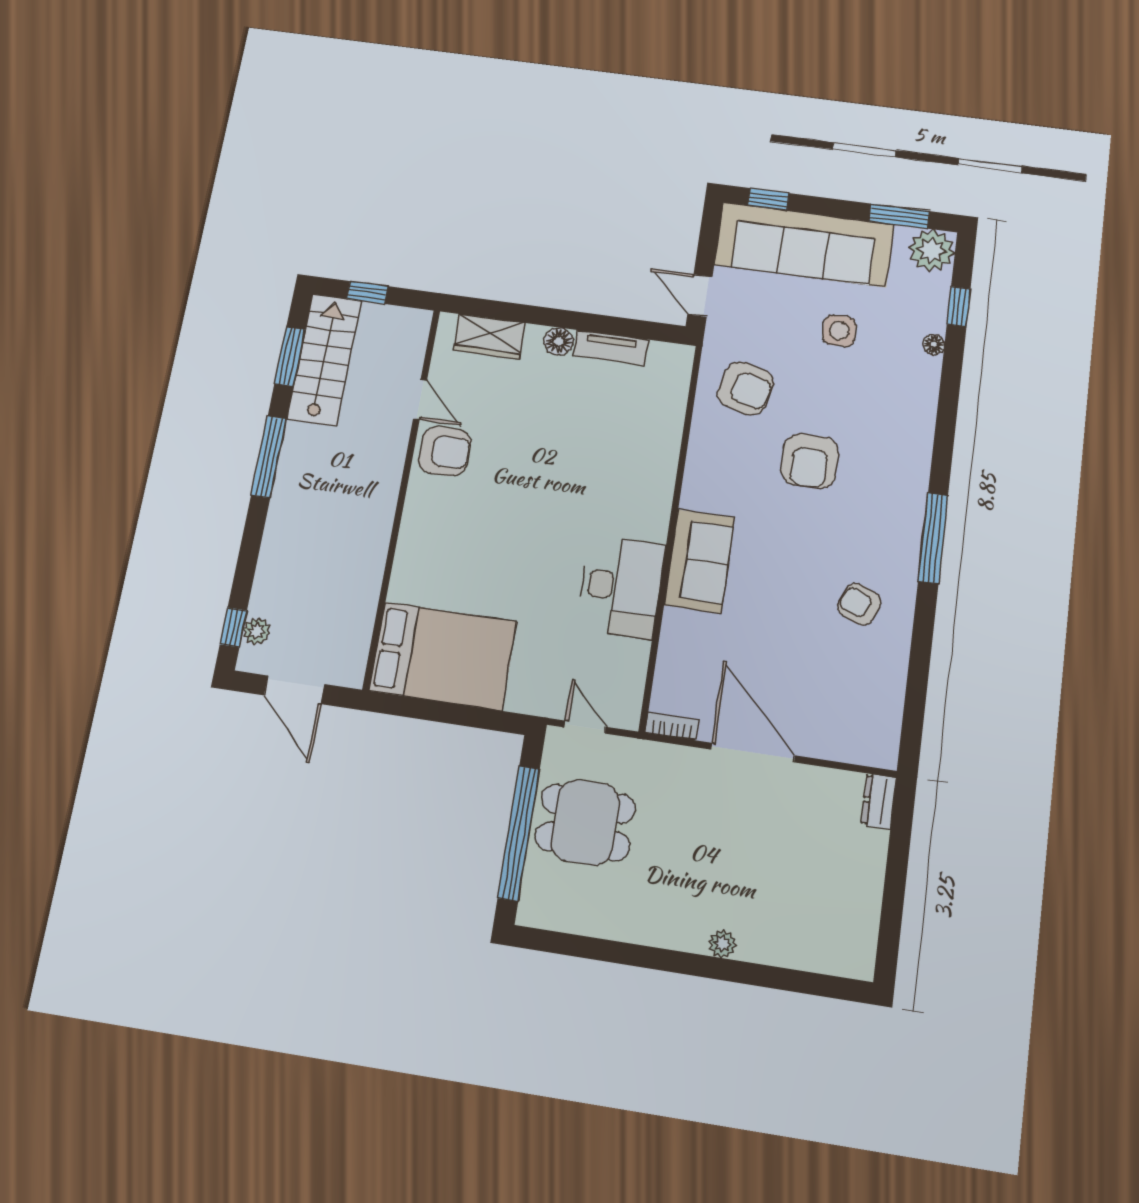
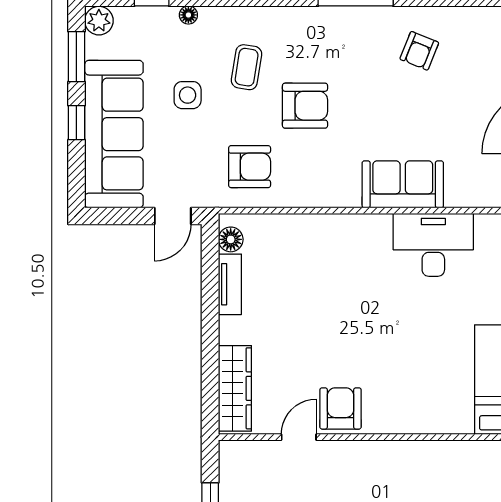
window: (769, 199) -> (76, 123), moved
plant: (932, 250) -> (99, 21), width x0.73, depth x0.73
wardrobe: (489, 337) -> (235, 388), width x1.50
floor lamp: (559, 341) -> (231, 239), moved
armchair: (746, 388) -> (250, 167), turned 75
coffee table: (864, 401) -> (247, 67), added

